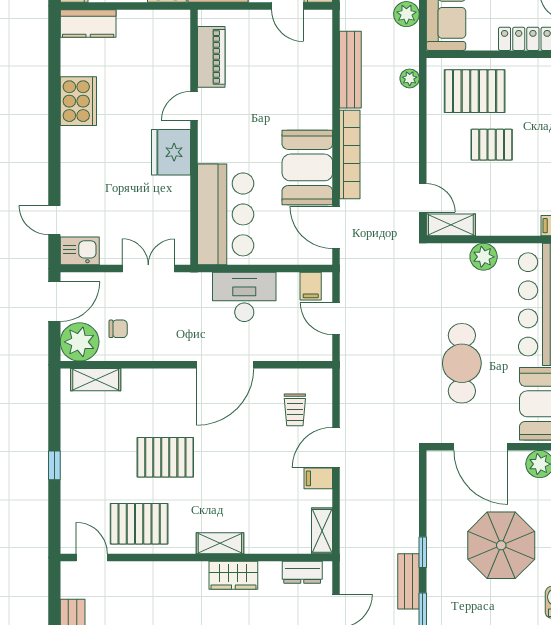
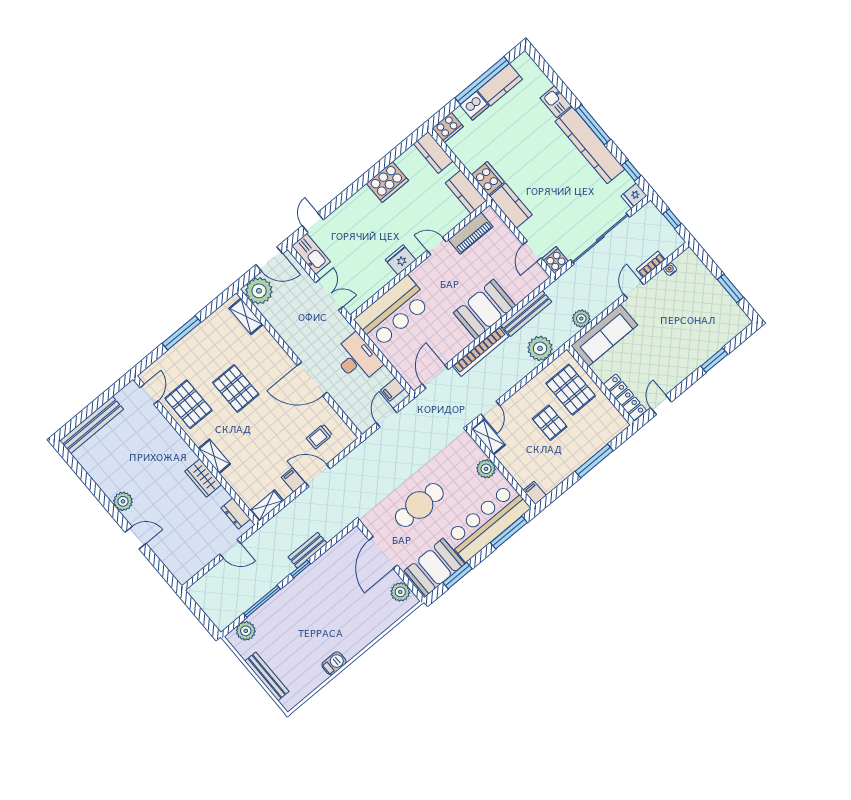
kitchen counter: (161, 24) -> (466, 192), added
plant: (410, 78) -> (540, 348), width x1.88, depth x1.88
fridge: (171, 152) -> (401, 260), width x0.73, depth x0.75
booth: (307, 167) -> (485, 309), moved
kitchen sink: (80, 251) -> (311, 254), width x1.38
chair: (118, 329) -> (283, 306), removed
window: (54, 465) -> (182, 333), width x2.17
parasol: (501, 545) -> (340, 608), removed
bench: (409, 581) -> (307, 550), moved

